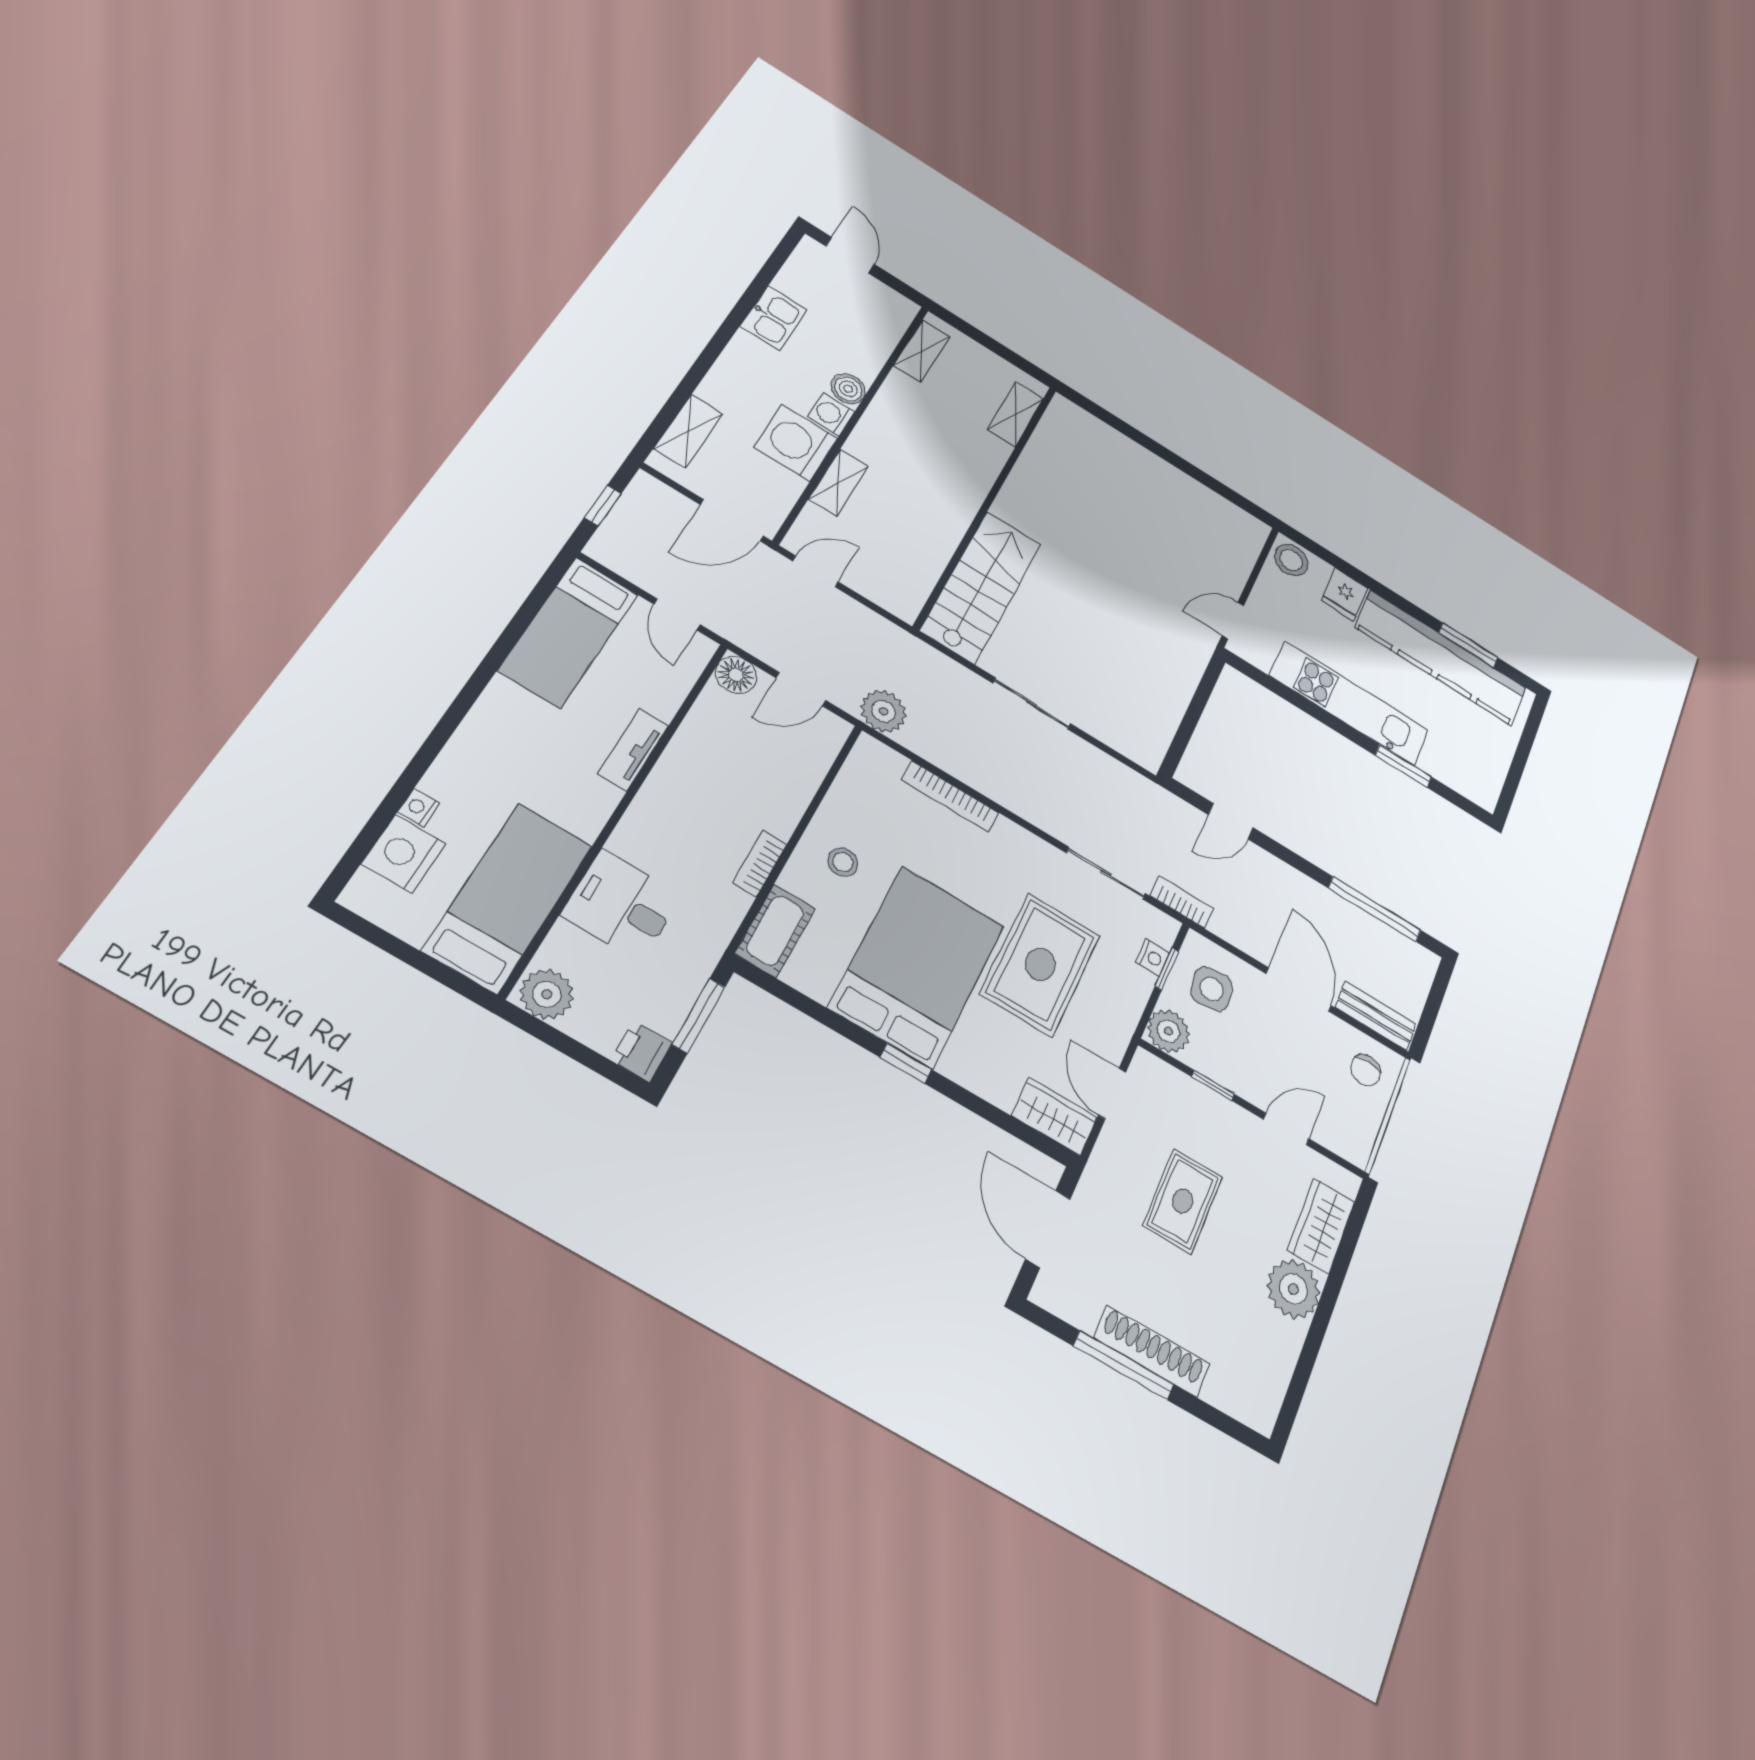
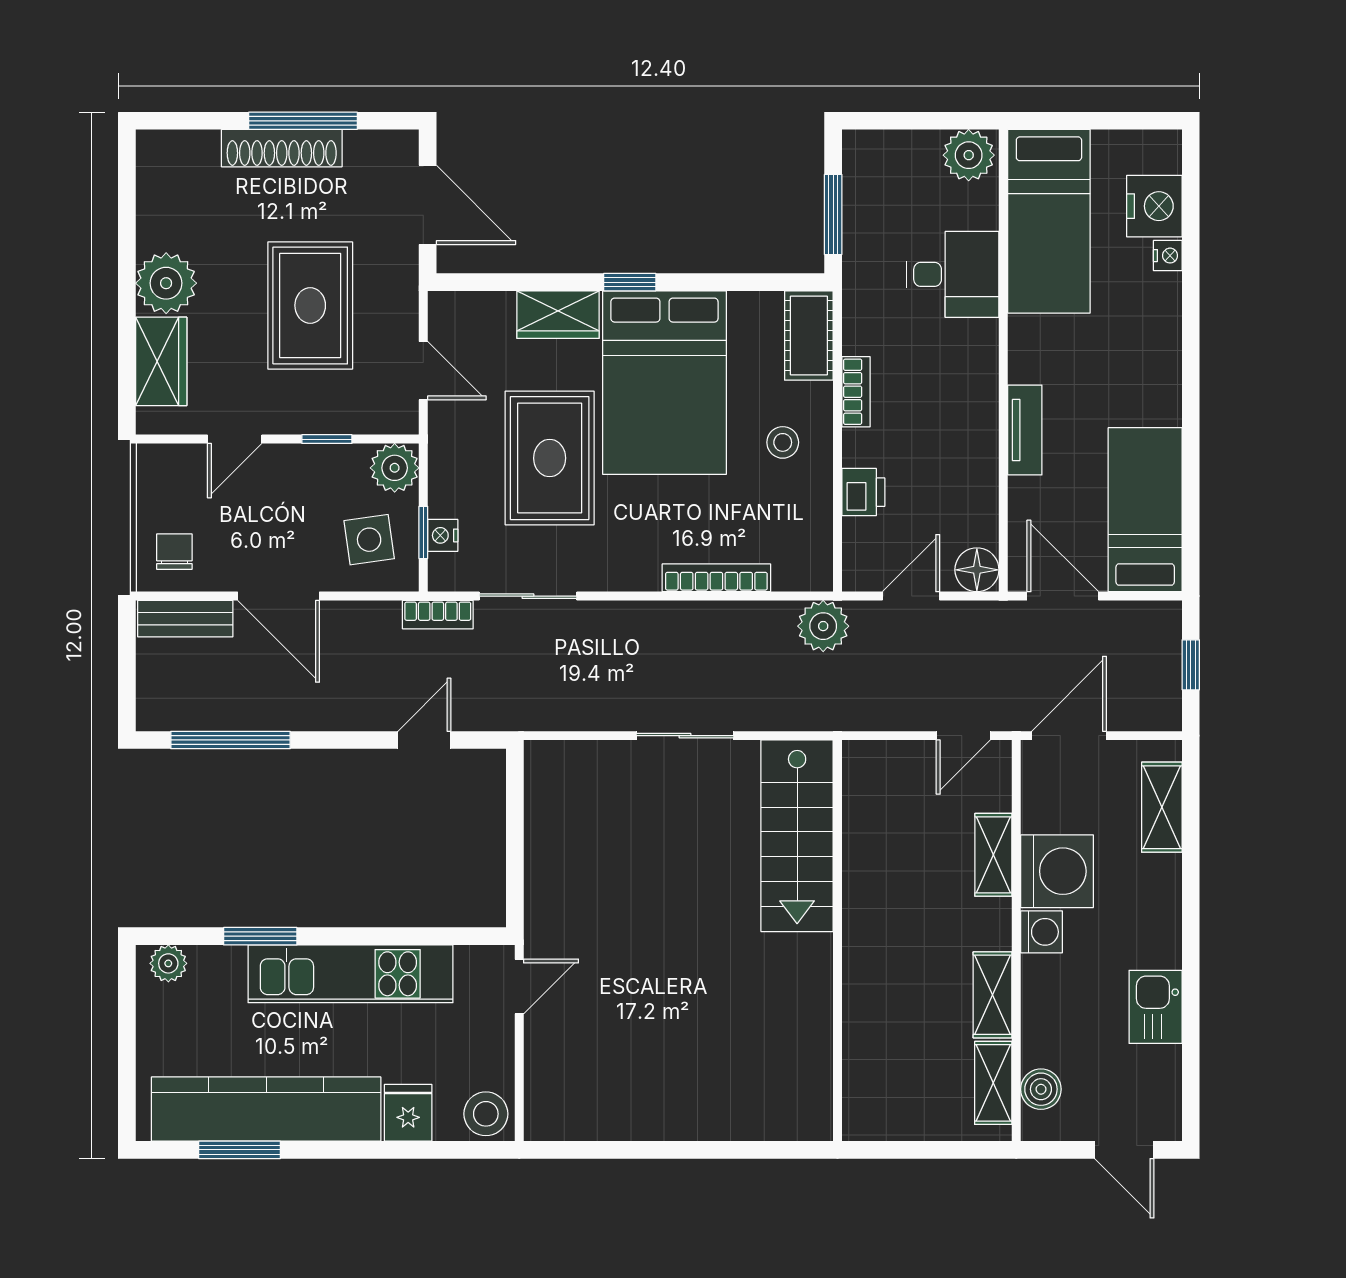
boiler: (848, 389) -> (1041, 1089), moved
shelving: (1015, 414) -> (993, 995), moved
door: (677, 614) -> (1063, 596), width x1.38
plant: (1474, 789) -> (168, 963), added
printer: (642, 1051) -> (863, 492), moved
wardrobe: (1054, 1116) -> (558, 315), moved
rug: (1183, 1201) -> (310, 305), width x1.36, depth x1.43

